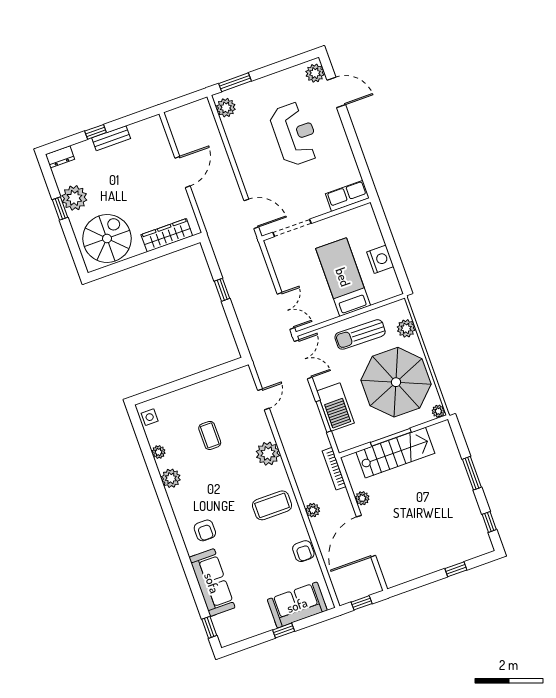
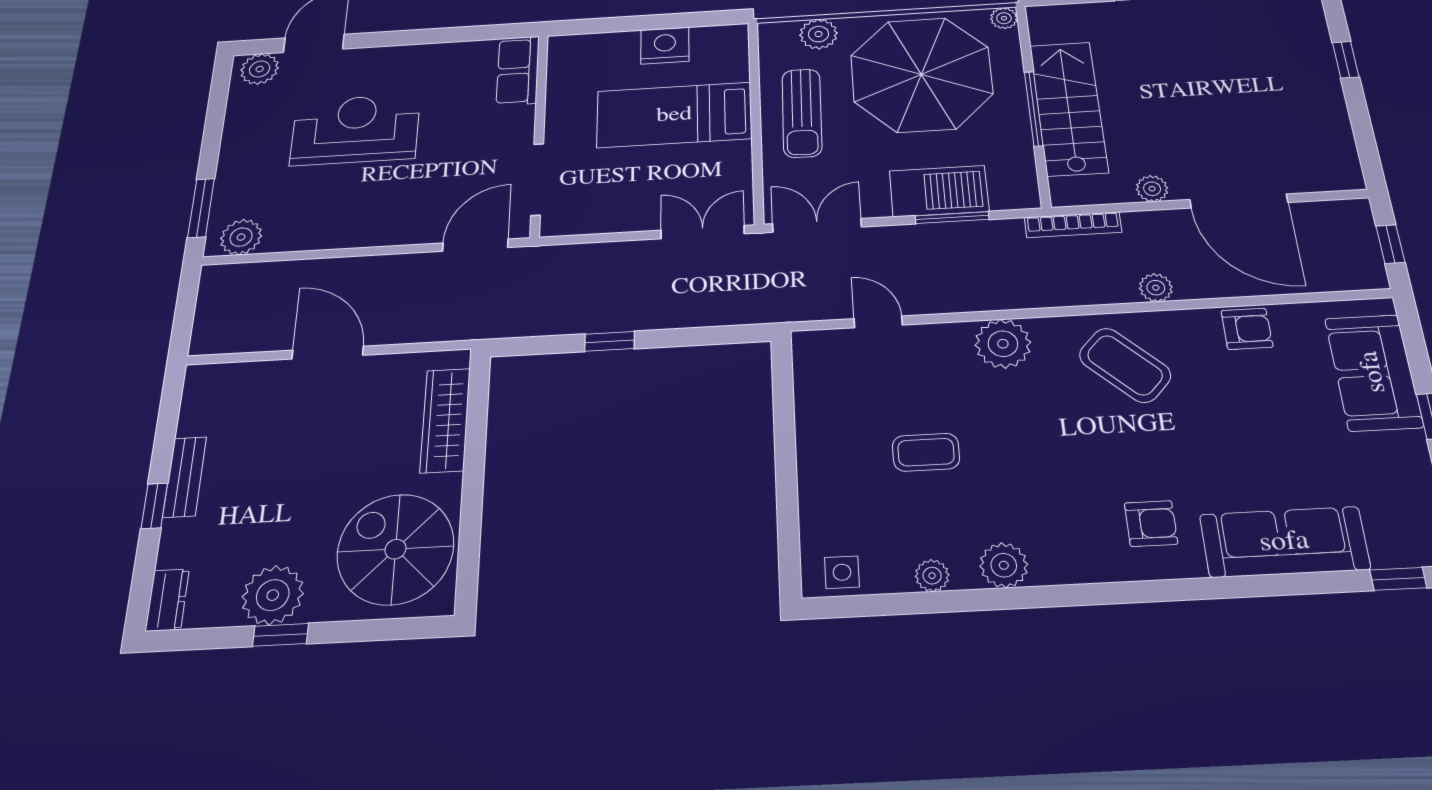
coffee table: (272, 505) -> (1125, 365), turned -47

